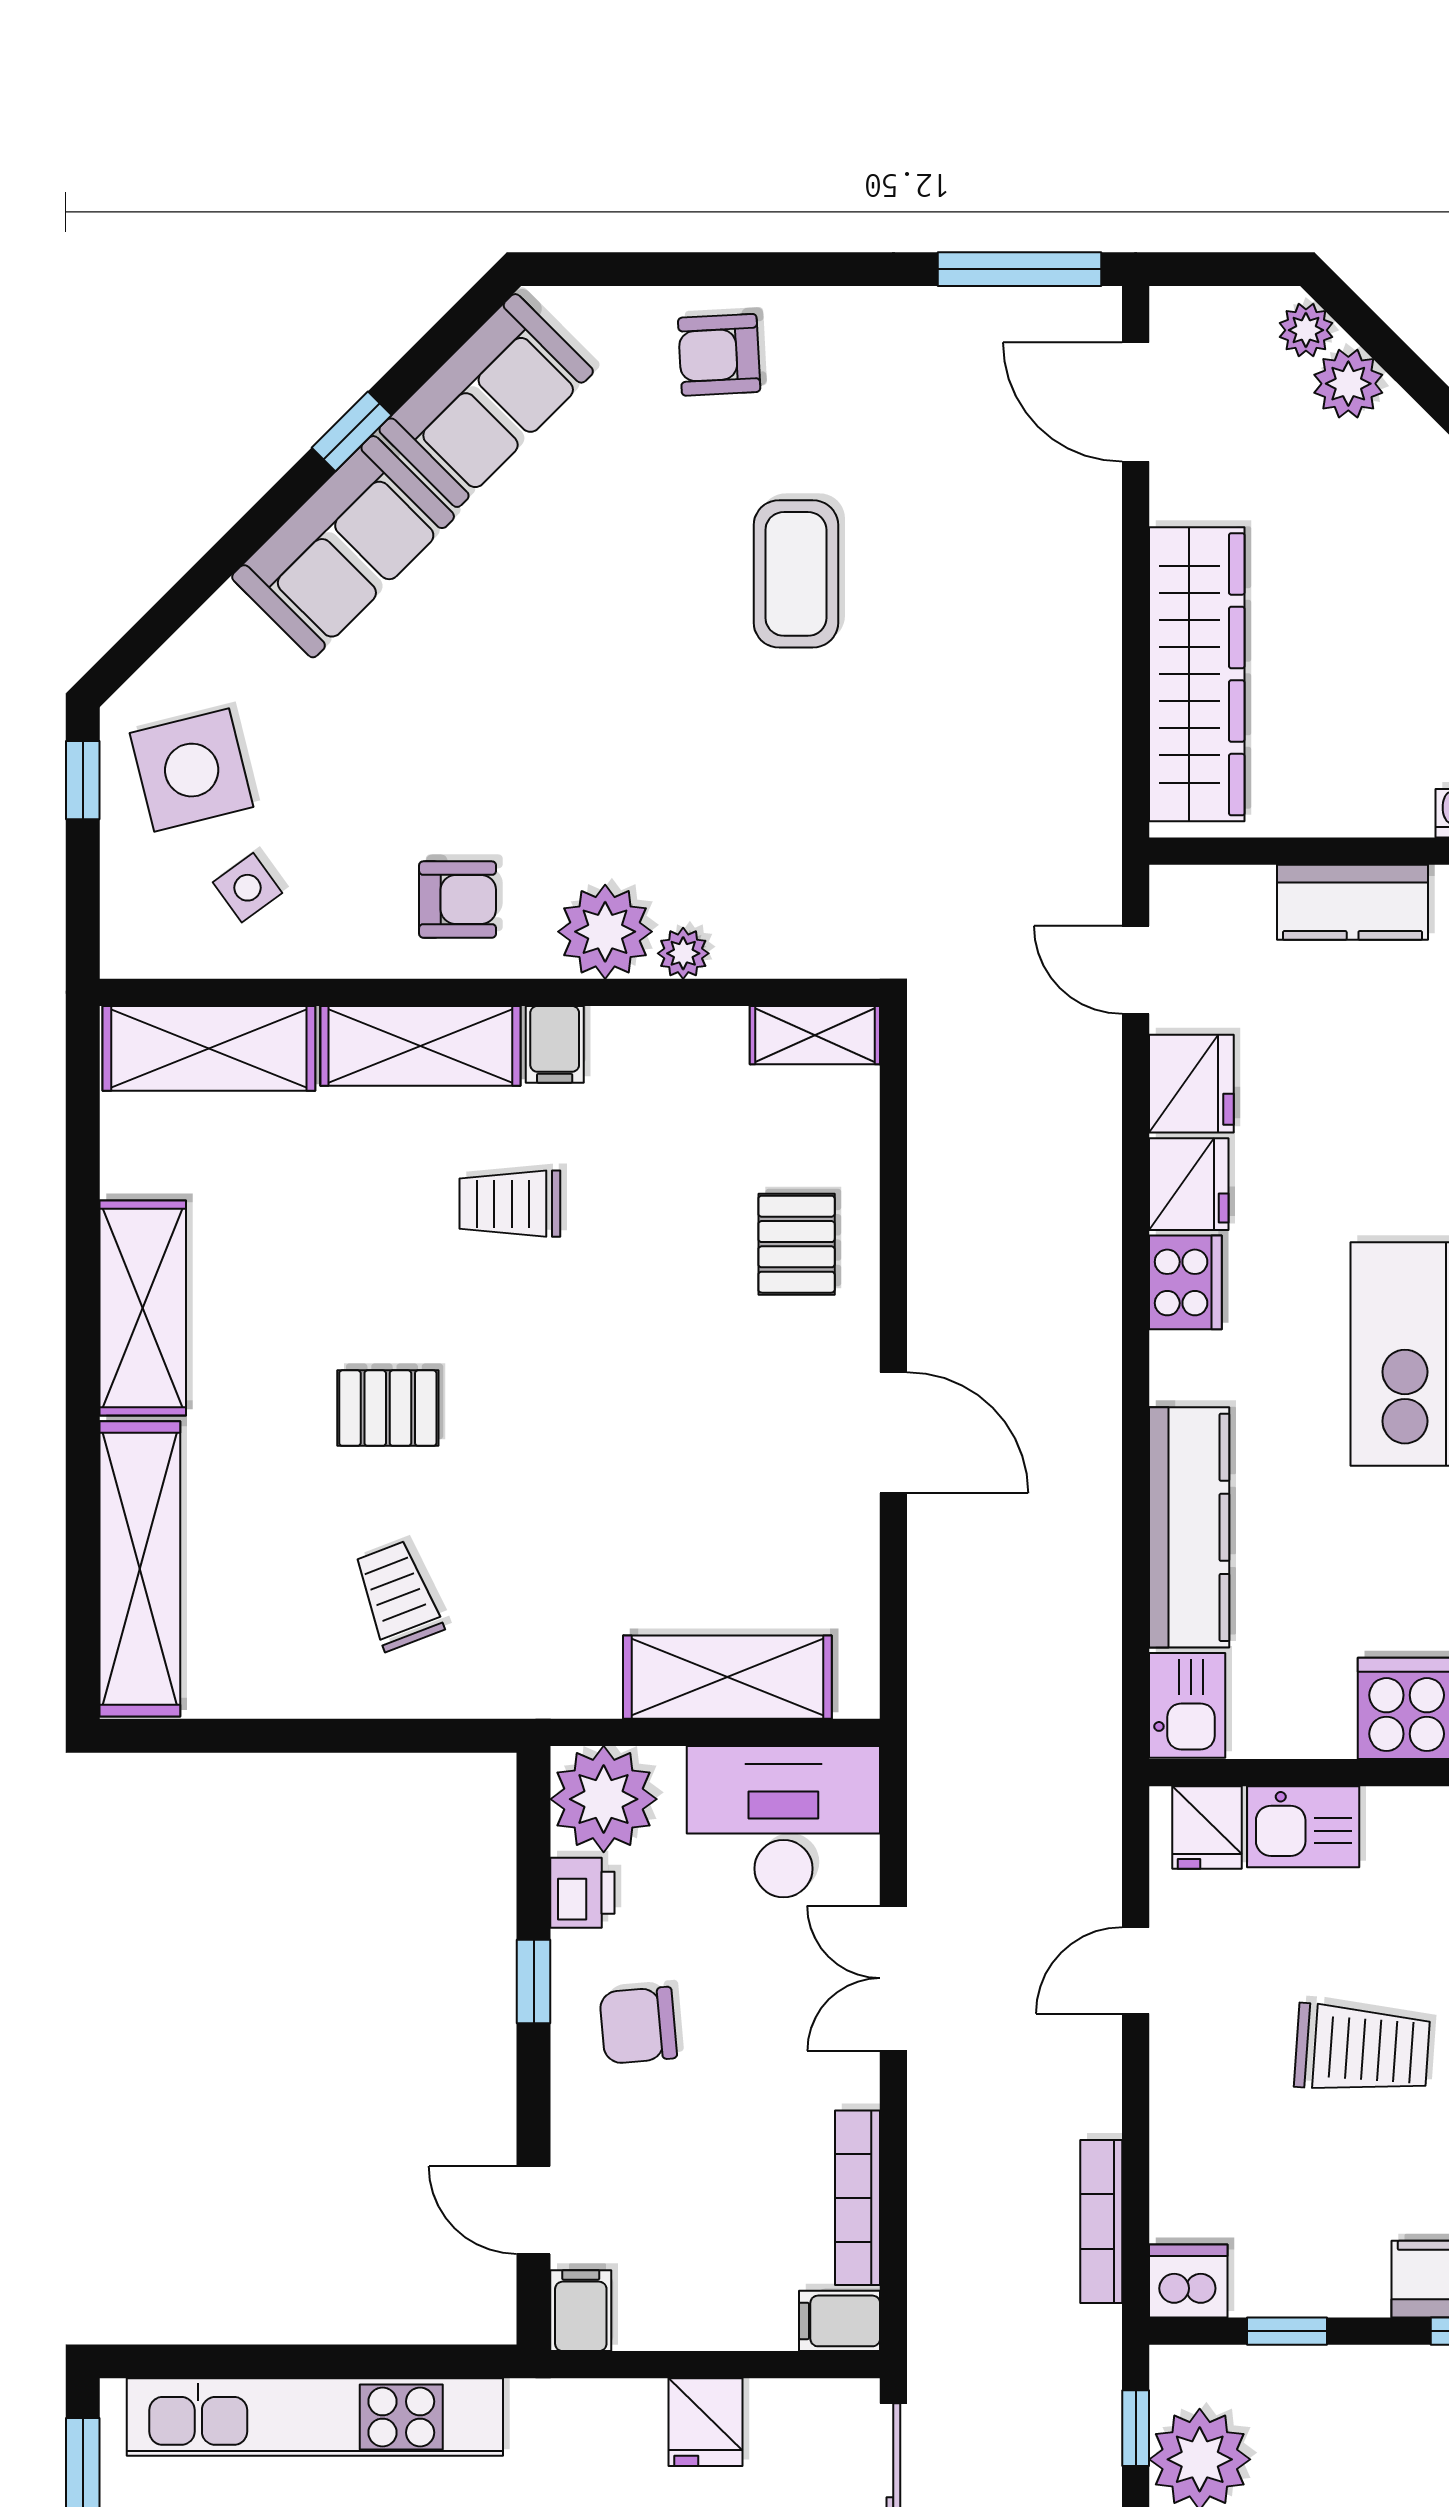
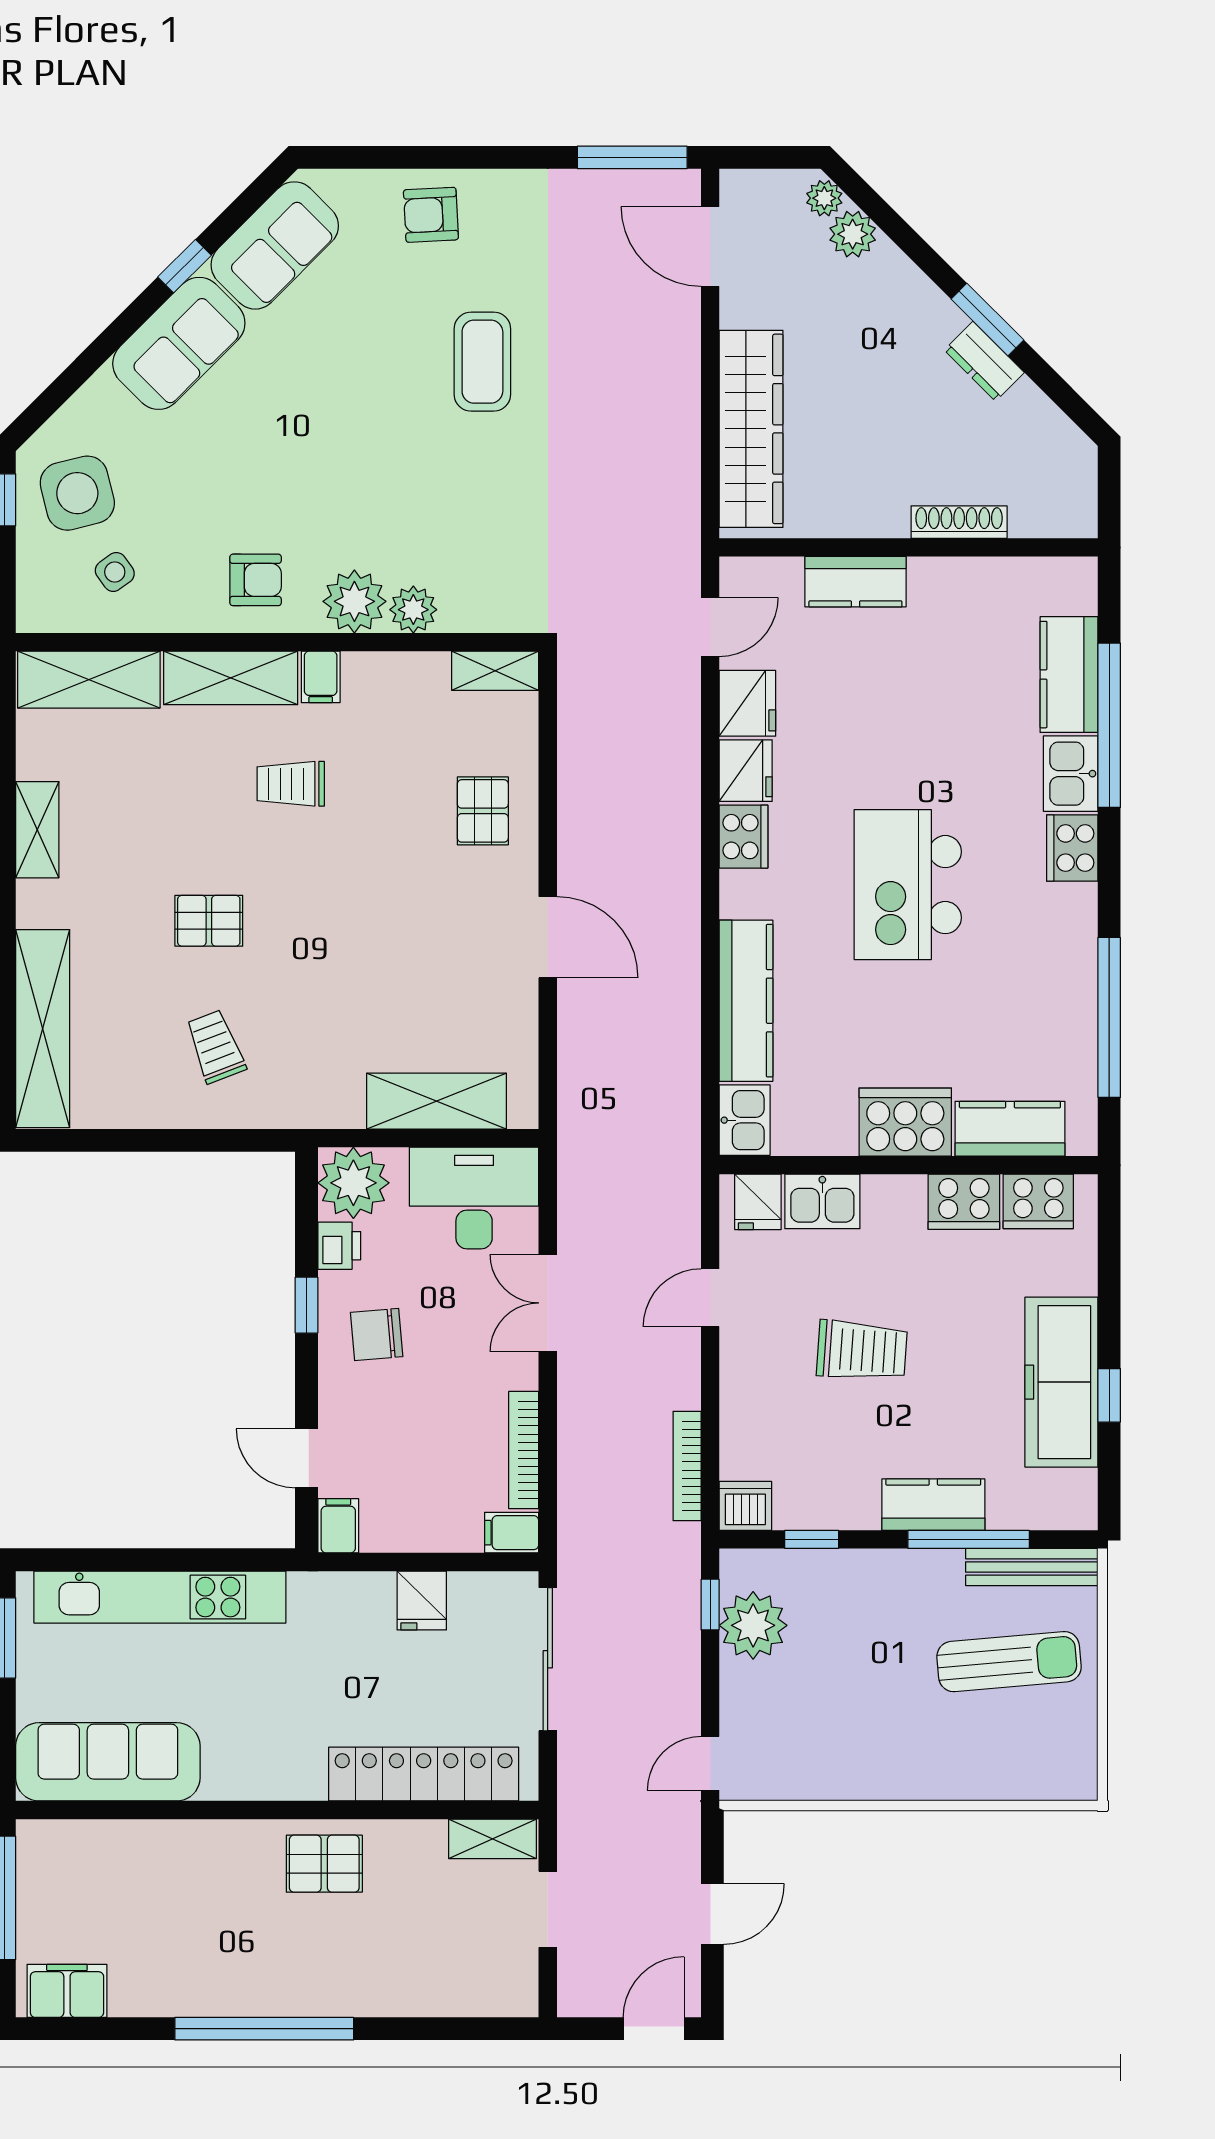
plant: (683, 953) -> (413, 610), width x1.38, depth x1.38
door: (1136, 970) -> (710, 627), swing flipped
shelving: (143, 1308) -> (37, 830), width x0.67, depth x0.75

